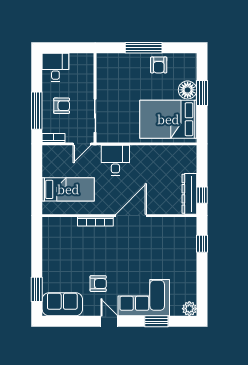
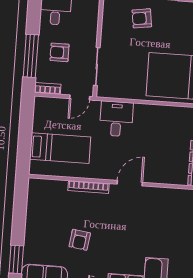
armchair: (159, 65) -> (142, 18), moved, turned 82
armchair: (62, 106) -> (59, 52), turned 180
door: (131, 216) -> (130, 183), width x0.73
armchair: (98, 284) -> (80, 240), moved, turned 98

